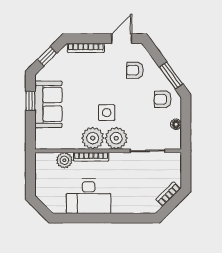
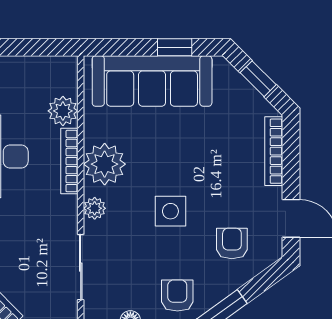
sofa: (48, 104) -> (152, 81), width x1.36
side table: (107, 113) -> (170, 211), moved
plant: (116, 138) -> (95, 208), width x0.53, depth x0.53

